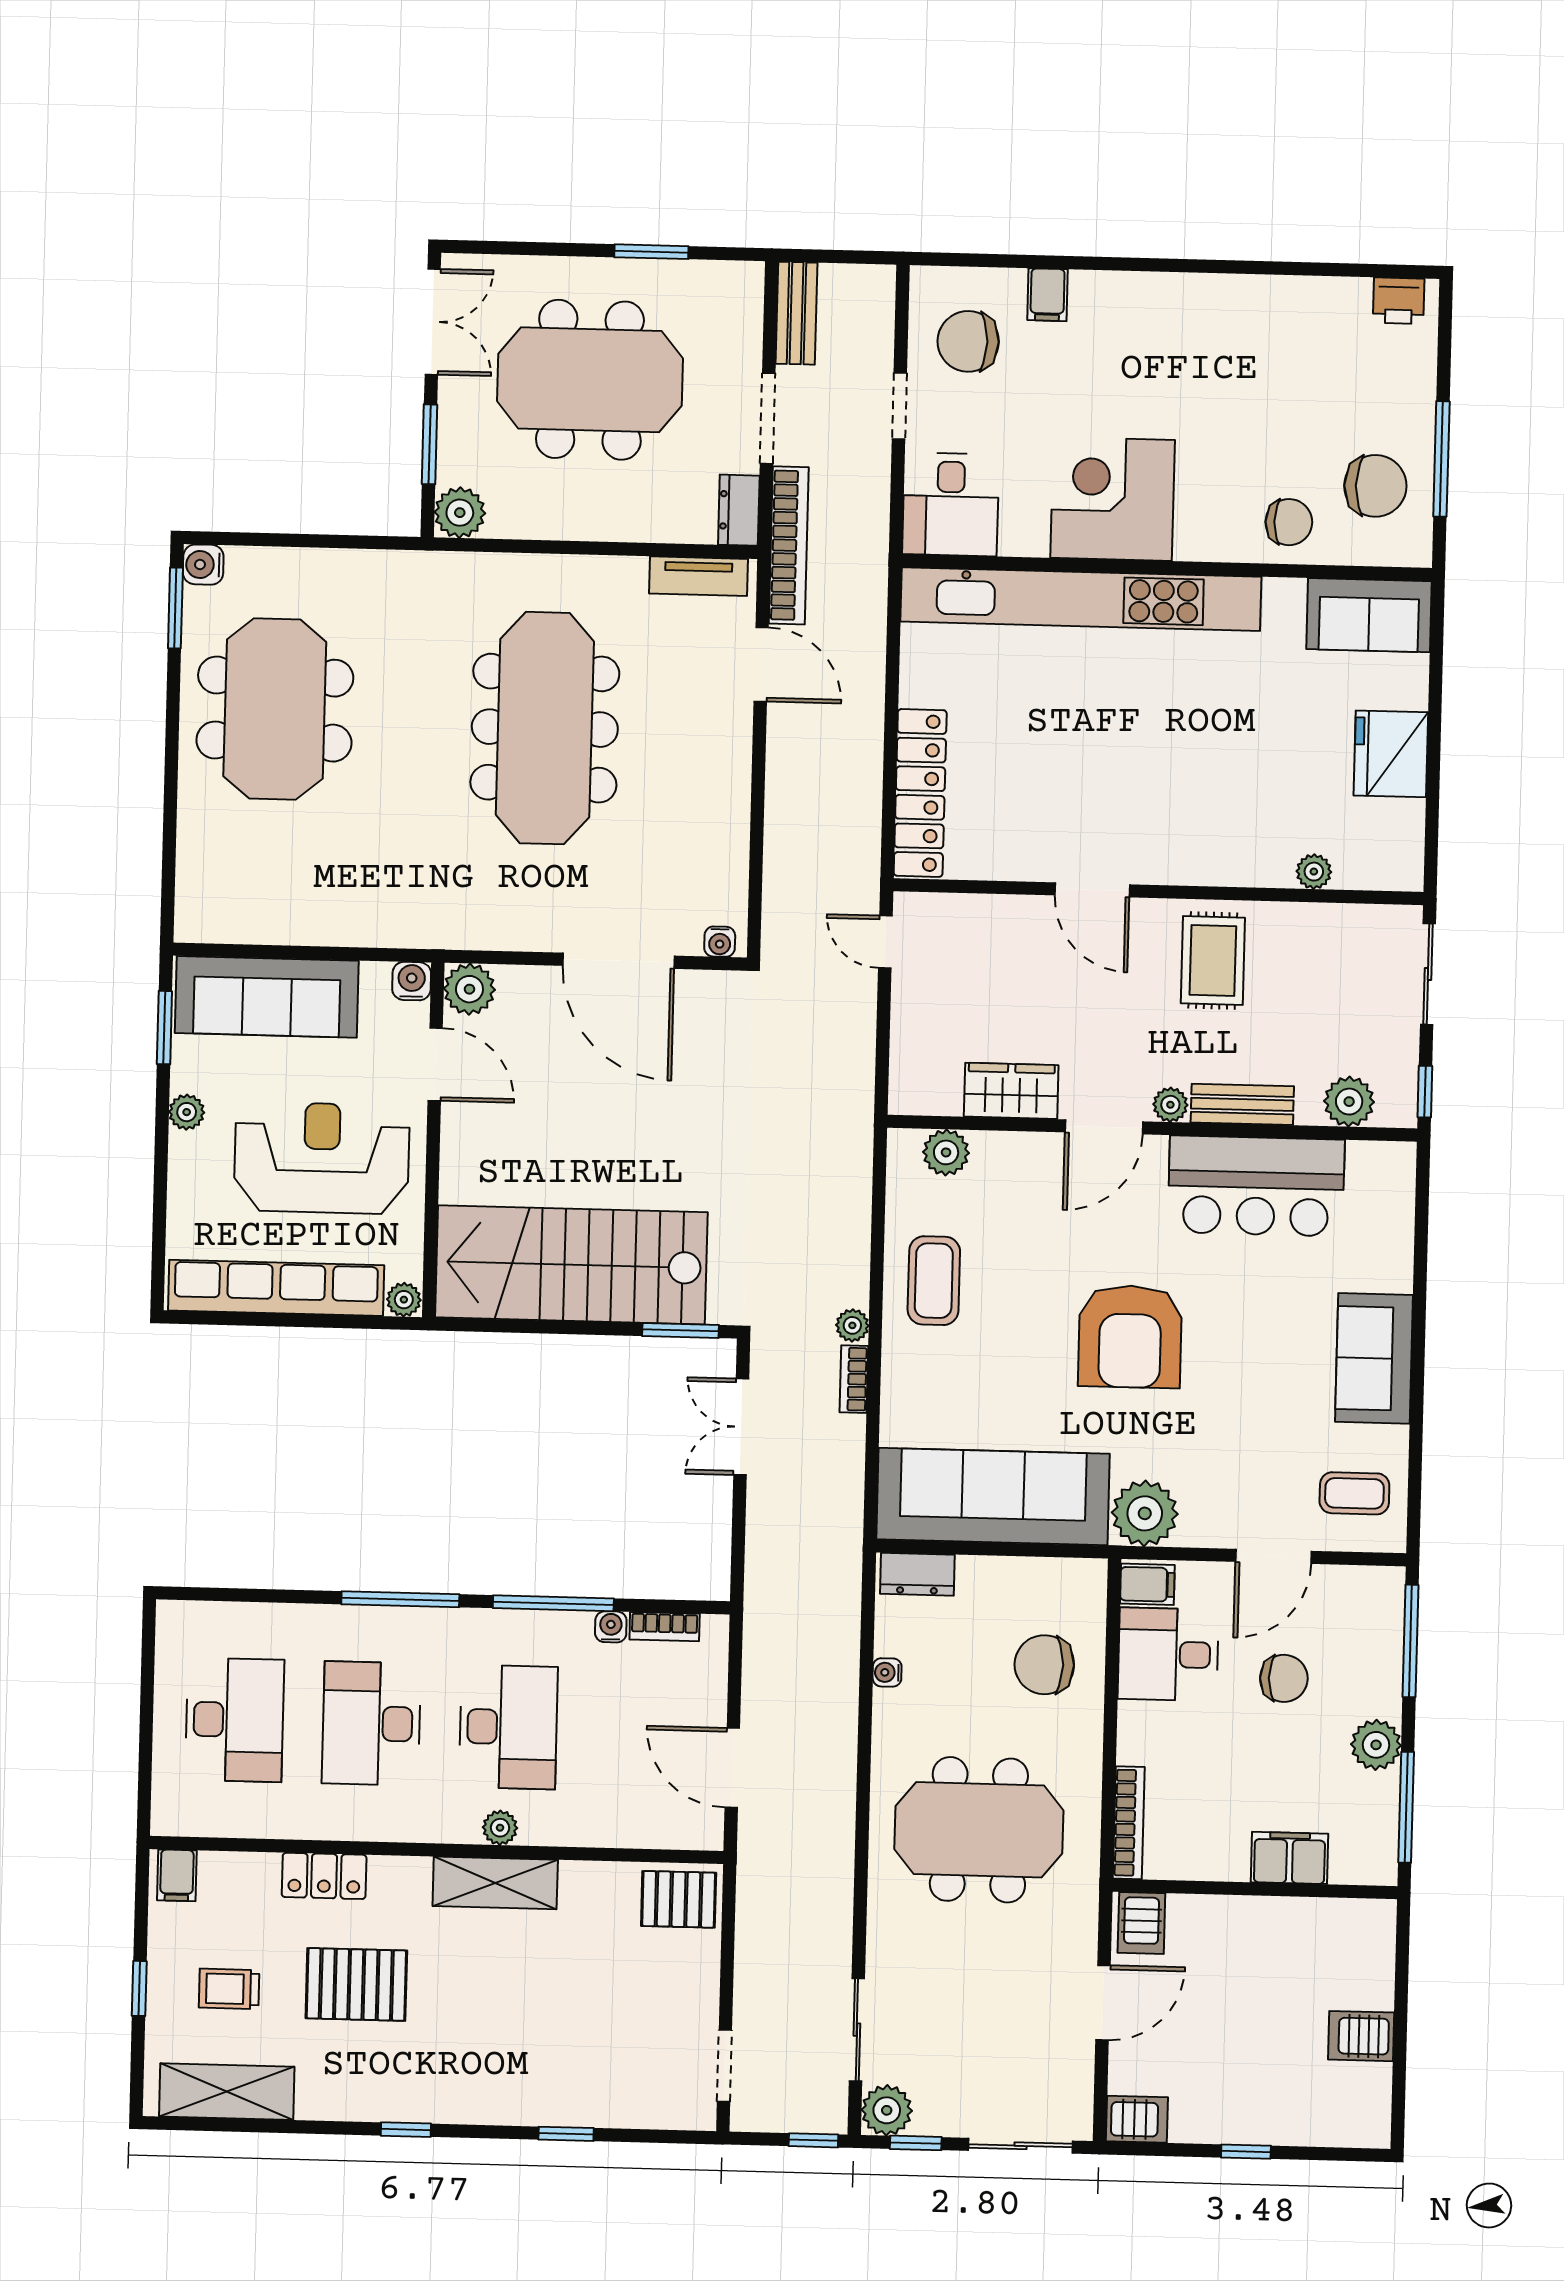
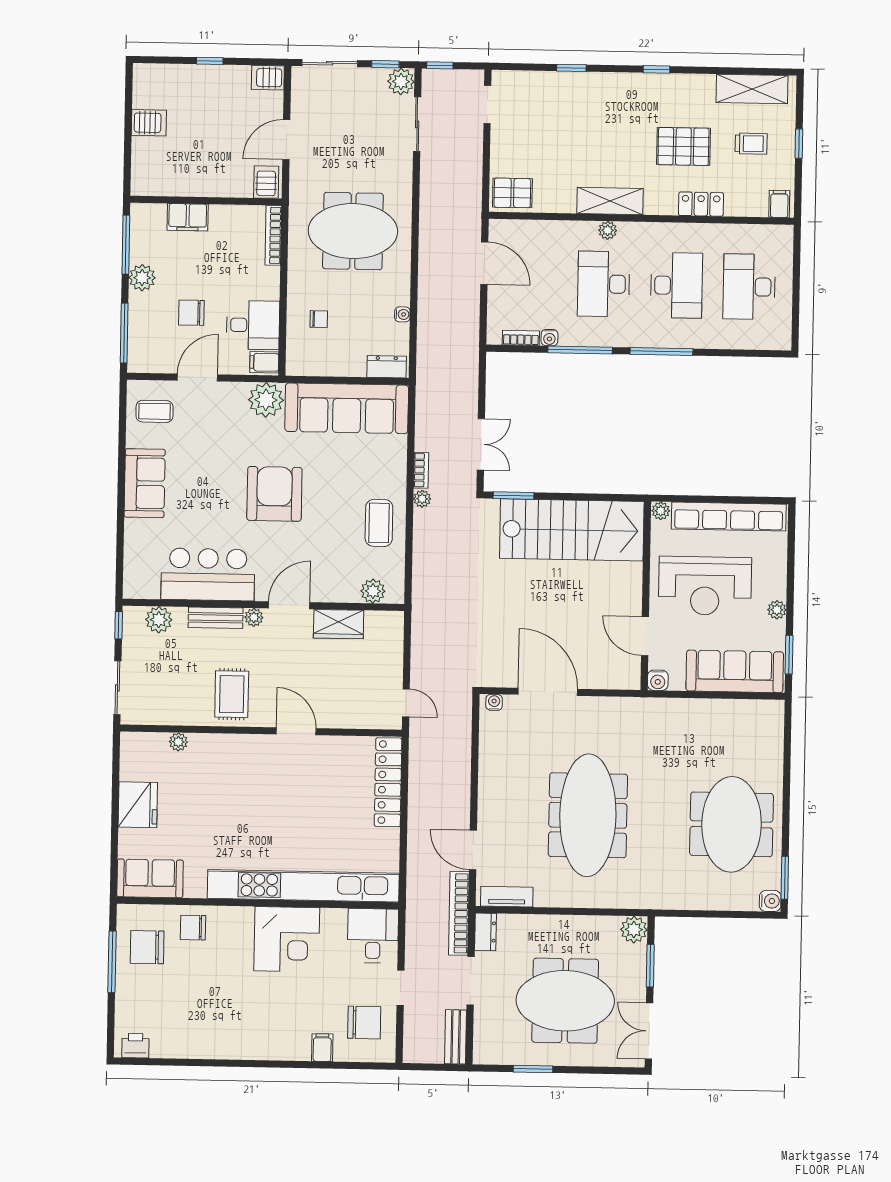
plant: (469, 989) -> (627, 676), removed
chair: (1044, 1665) -> (319, 319), width x0.54, depth x0.54

